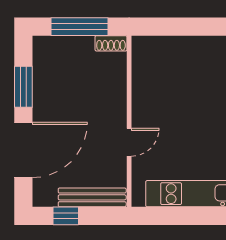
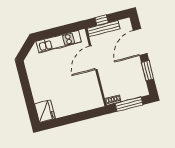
door: (129, 142) -> (93, 58), width x1.87
window: (66, 216) -> (102, 20), moved

